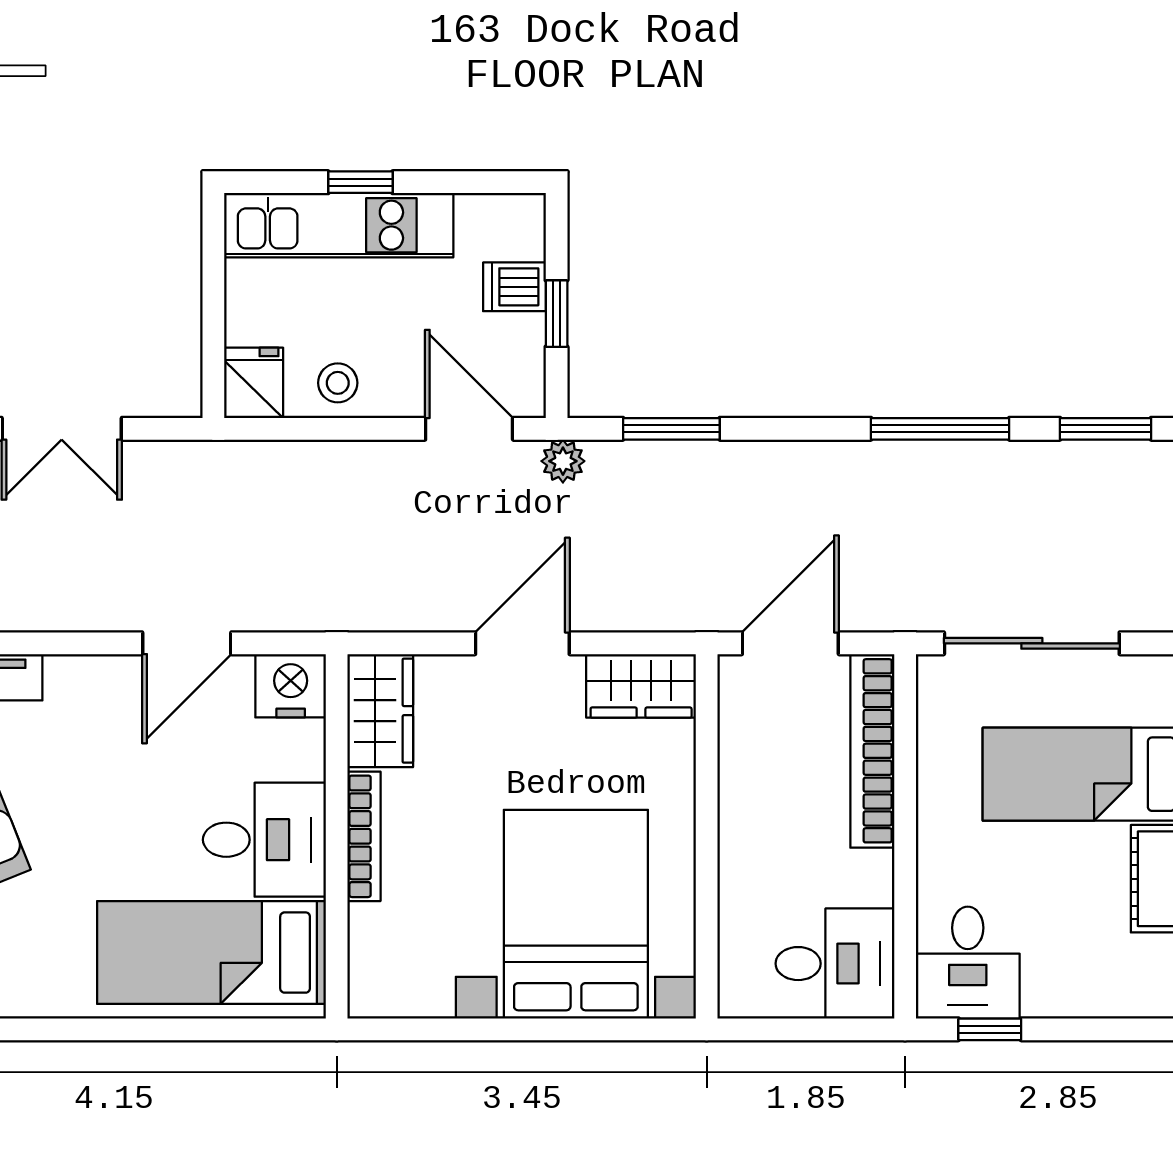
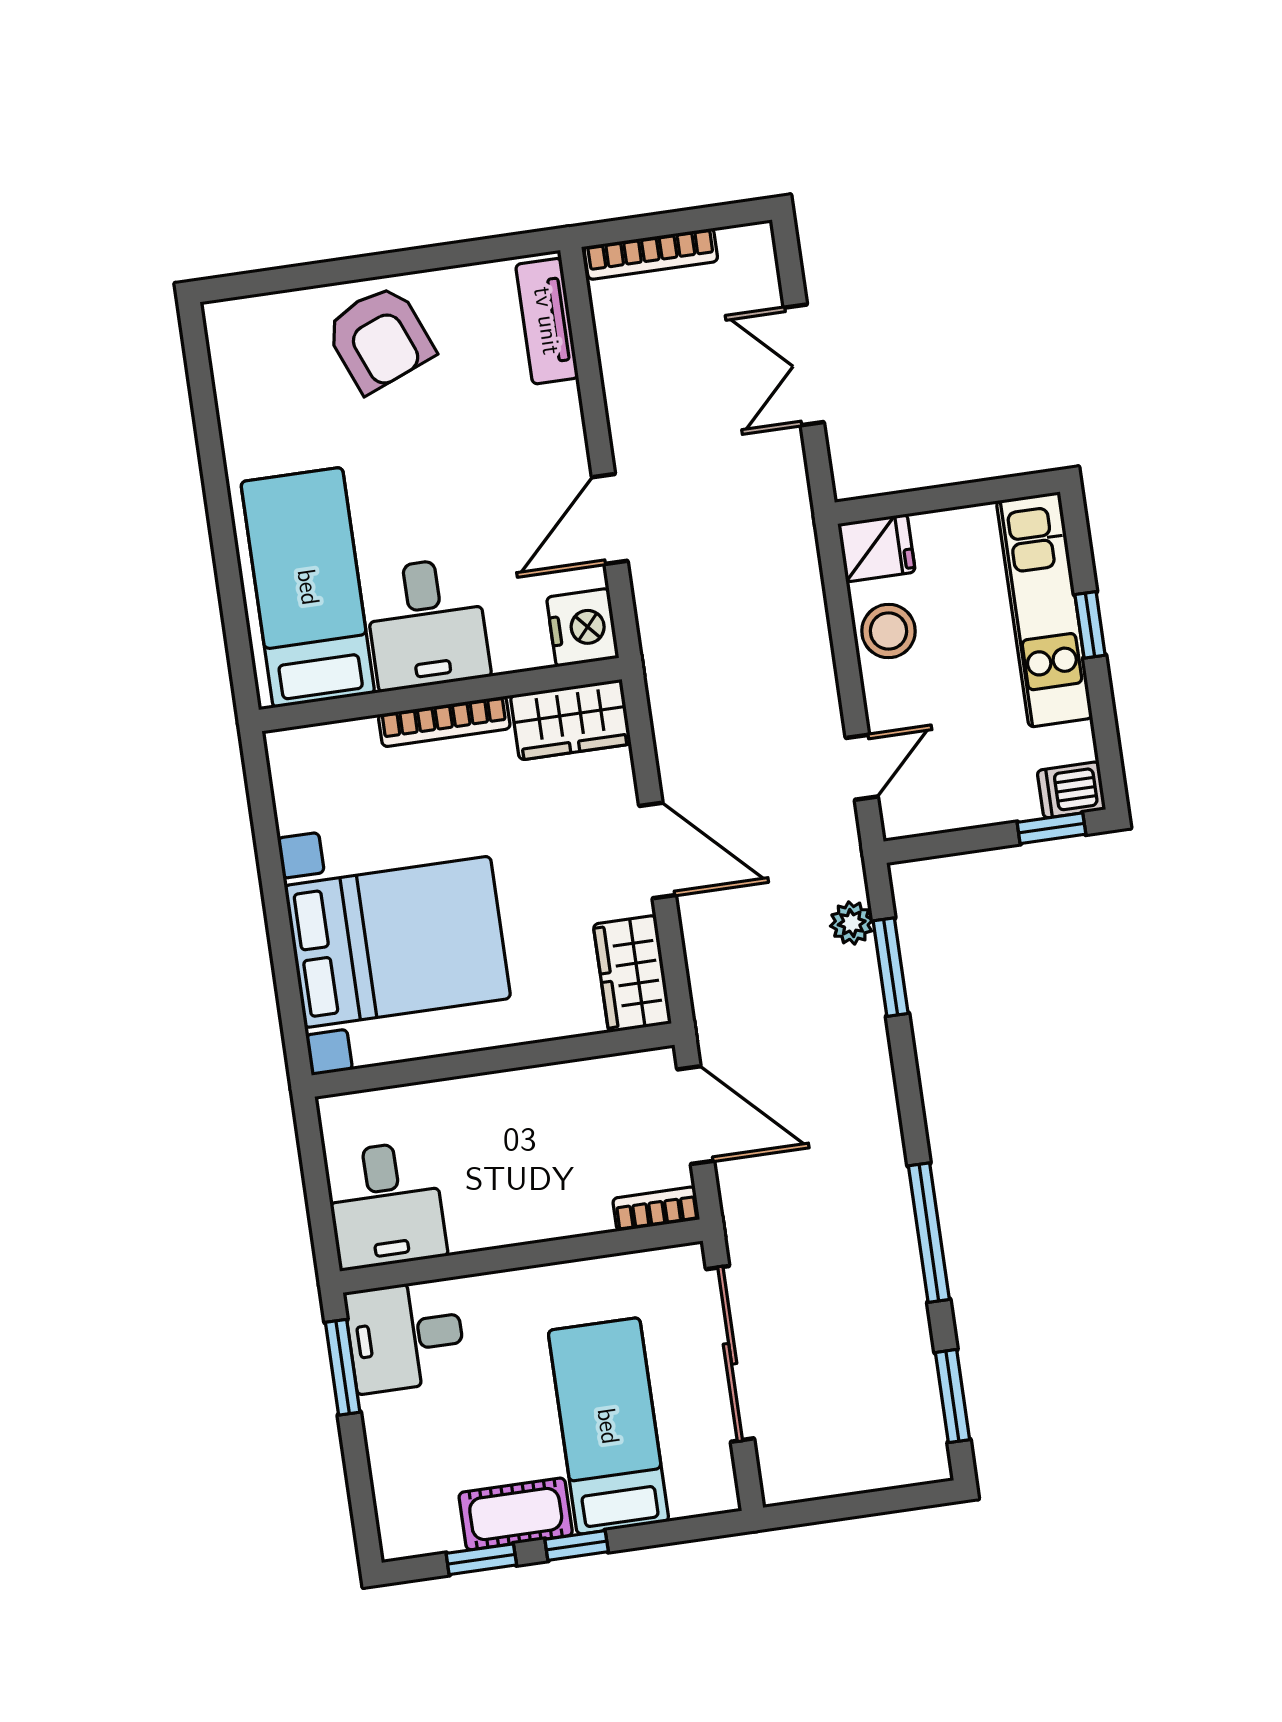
dishwasher: (514, 287) -> (1071, 790), moved, turned -90
window: (557, 314) -> (1051, 828), moved
stool: (338, 383) -> (889, 631), width x1.37, depth x1.37
door: (469, 429) -> (862, 767), width x0.73
plant: (563, 461) -> (852, 923), moved
door: (187, 643) -> (610, 519), hinge flipped
bookcase: (872, 751) -> (656, 1209), width x0.43, depth x0.76
window: (990, 1029) -> (343, 1367), width x1.50

